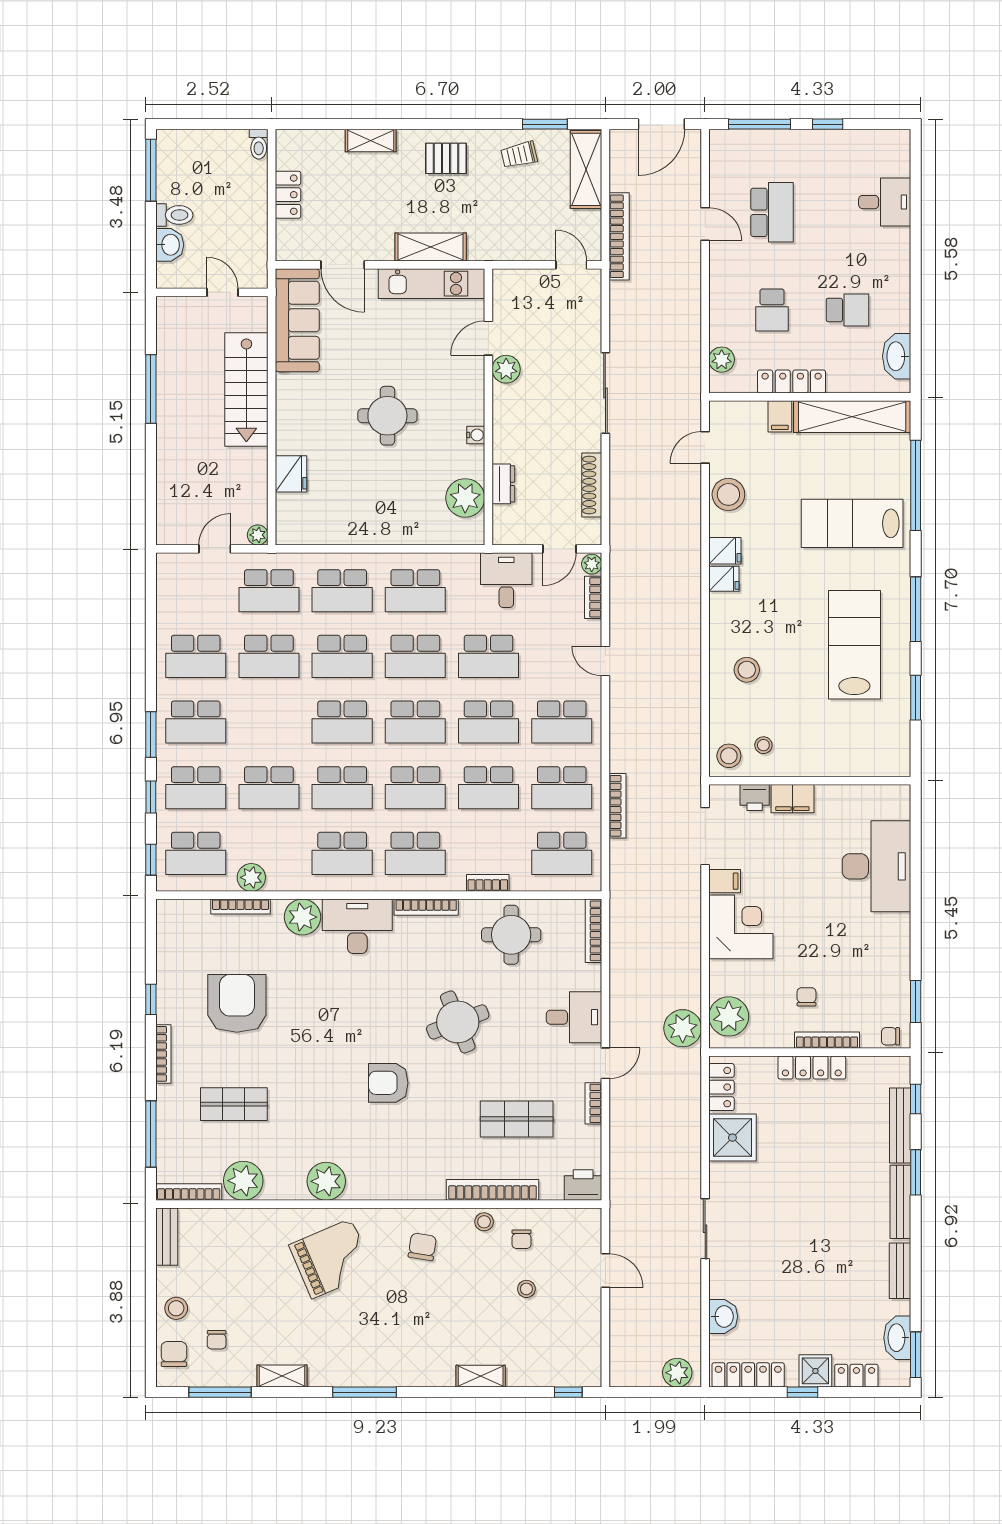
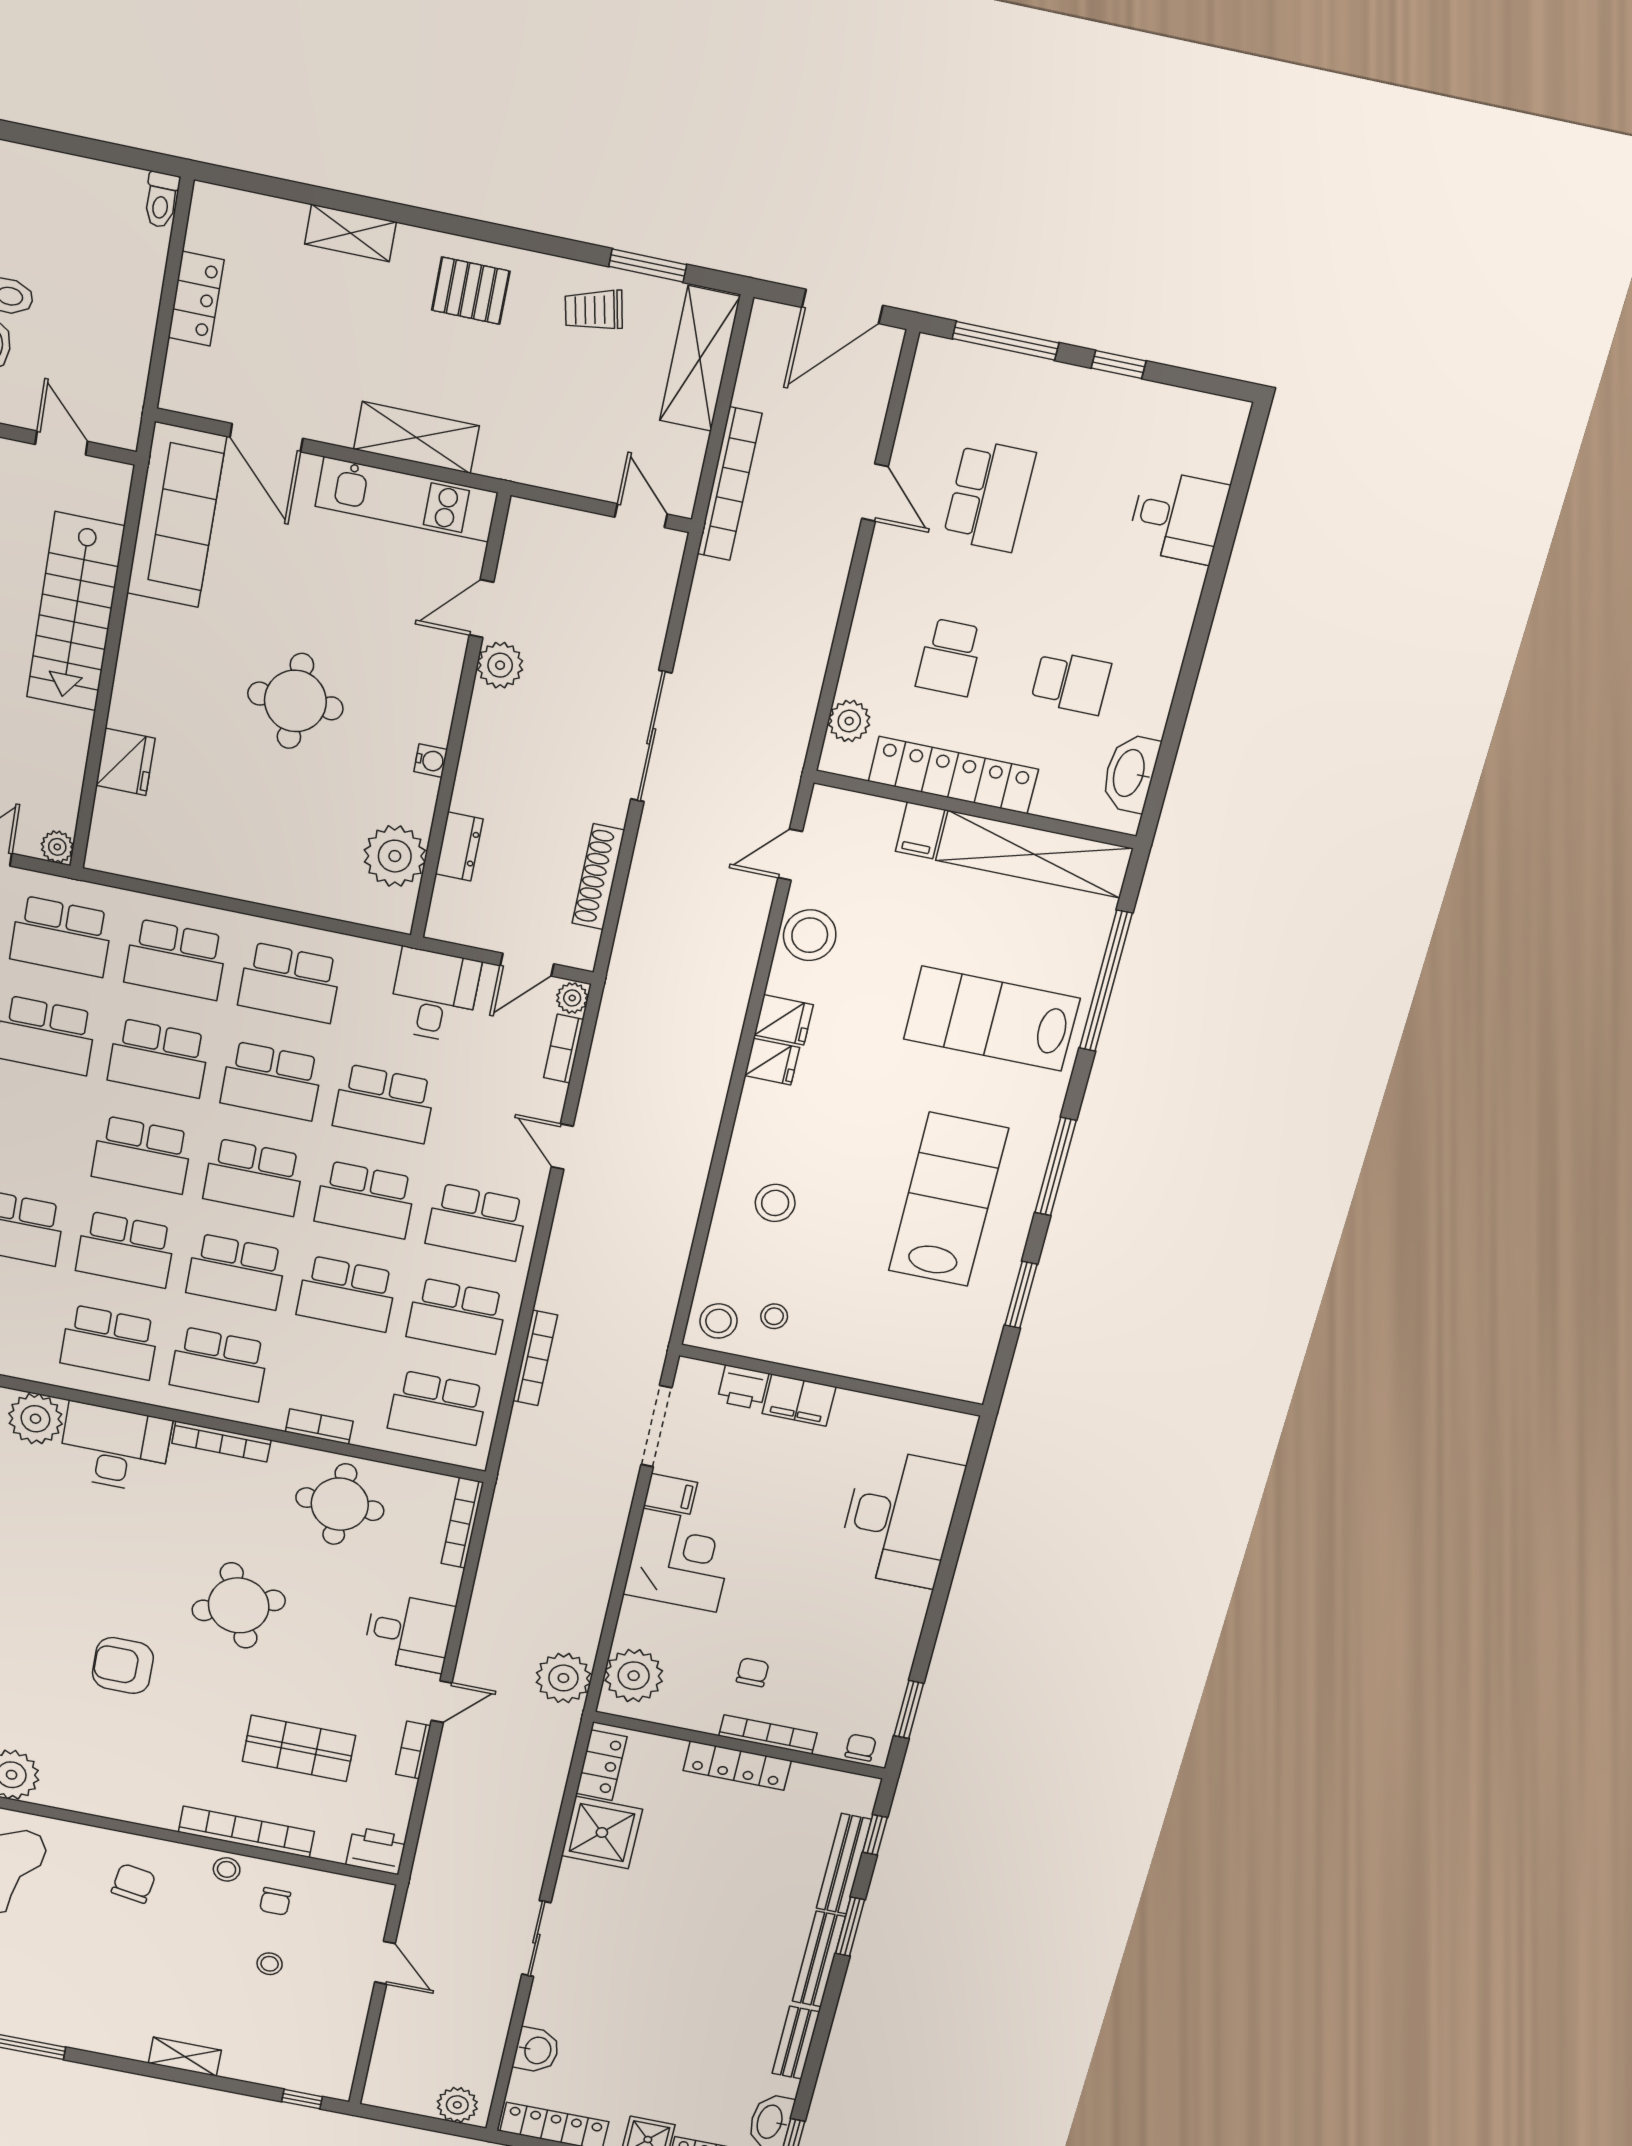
locker: (792, 382) -> (953, 775), width x1.41, depth x1.21
chair: (891, 1036) -> (861, 1748), turned 90

